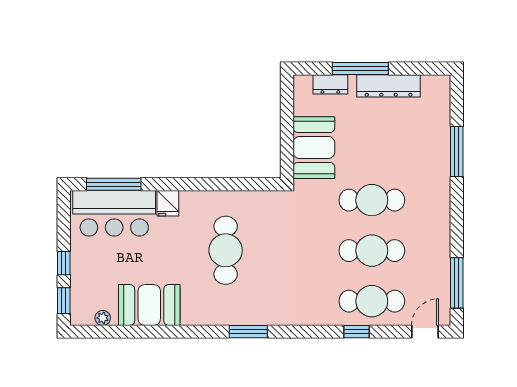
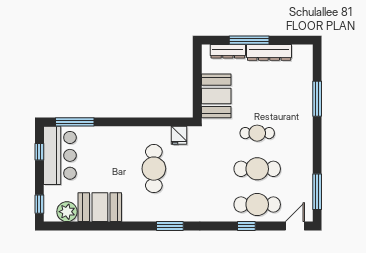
dresser: (330, 84) -> (228, 51), width x1.44
cafe table: (372, 200) -> (257, 133), width x0.73, depth x0.74
fridge: (168, 203) -> (179, 135), moved
bar counter: (114, 213) -> (60, 155), moved, turned -90
window: (64, 263) -> (39, 152), moved
plant: (103, 318) -> (67, 212), width x1.87, depth x1.87

